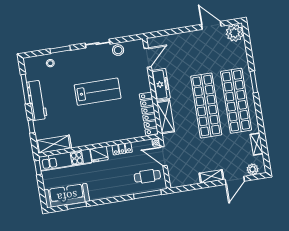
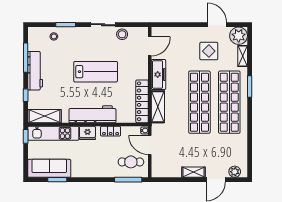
display table: (207, 53) -> (209, 51), added
workbench: (101, 135) -> (92, 114), added
shelving: (257, 144) -> (243, 56), moved

